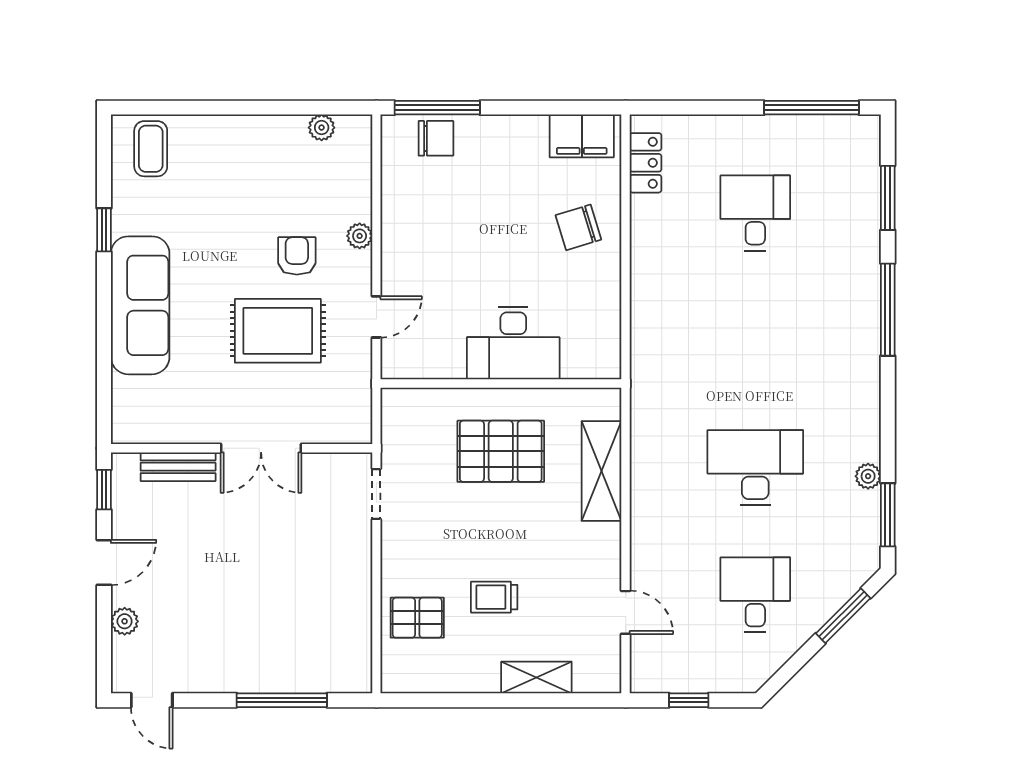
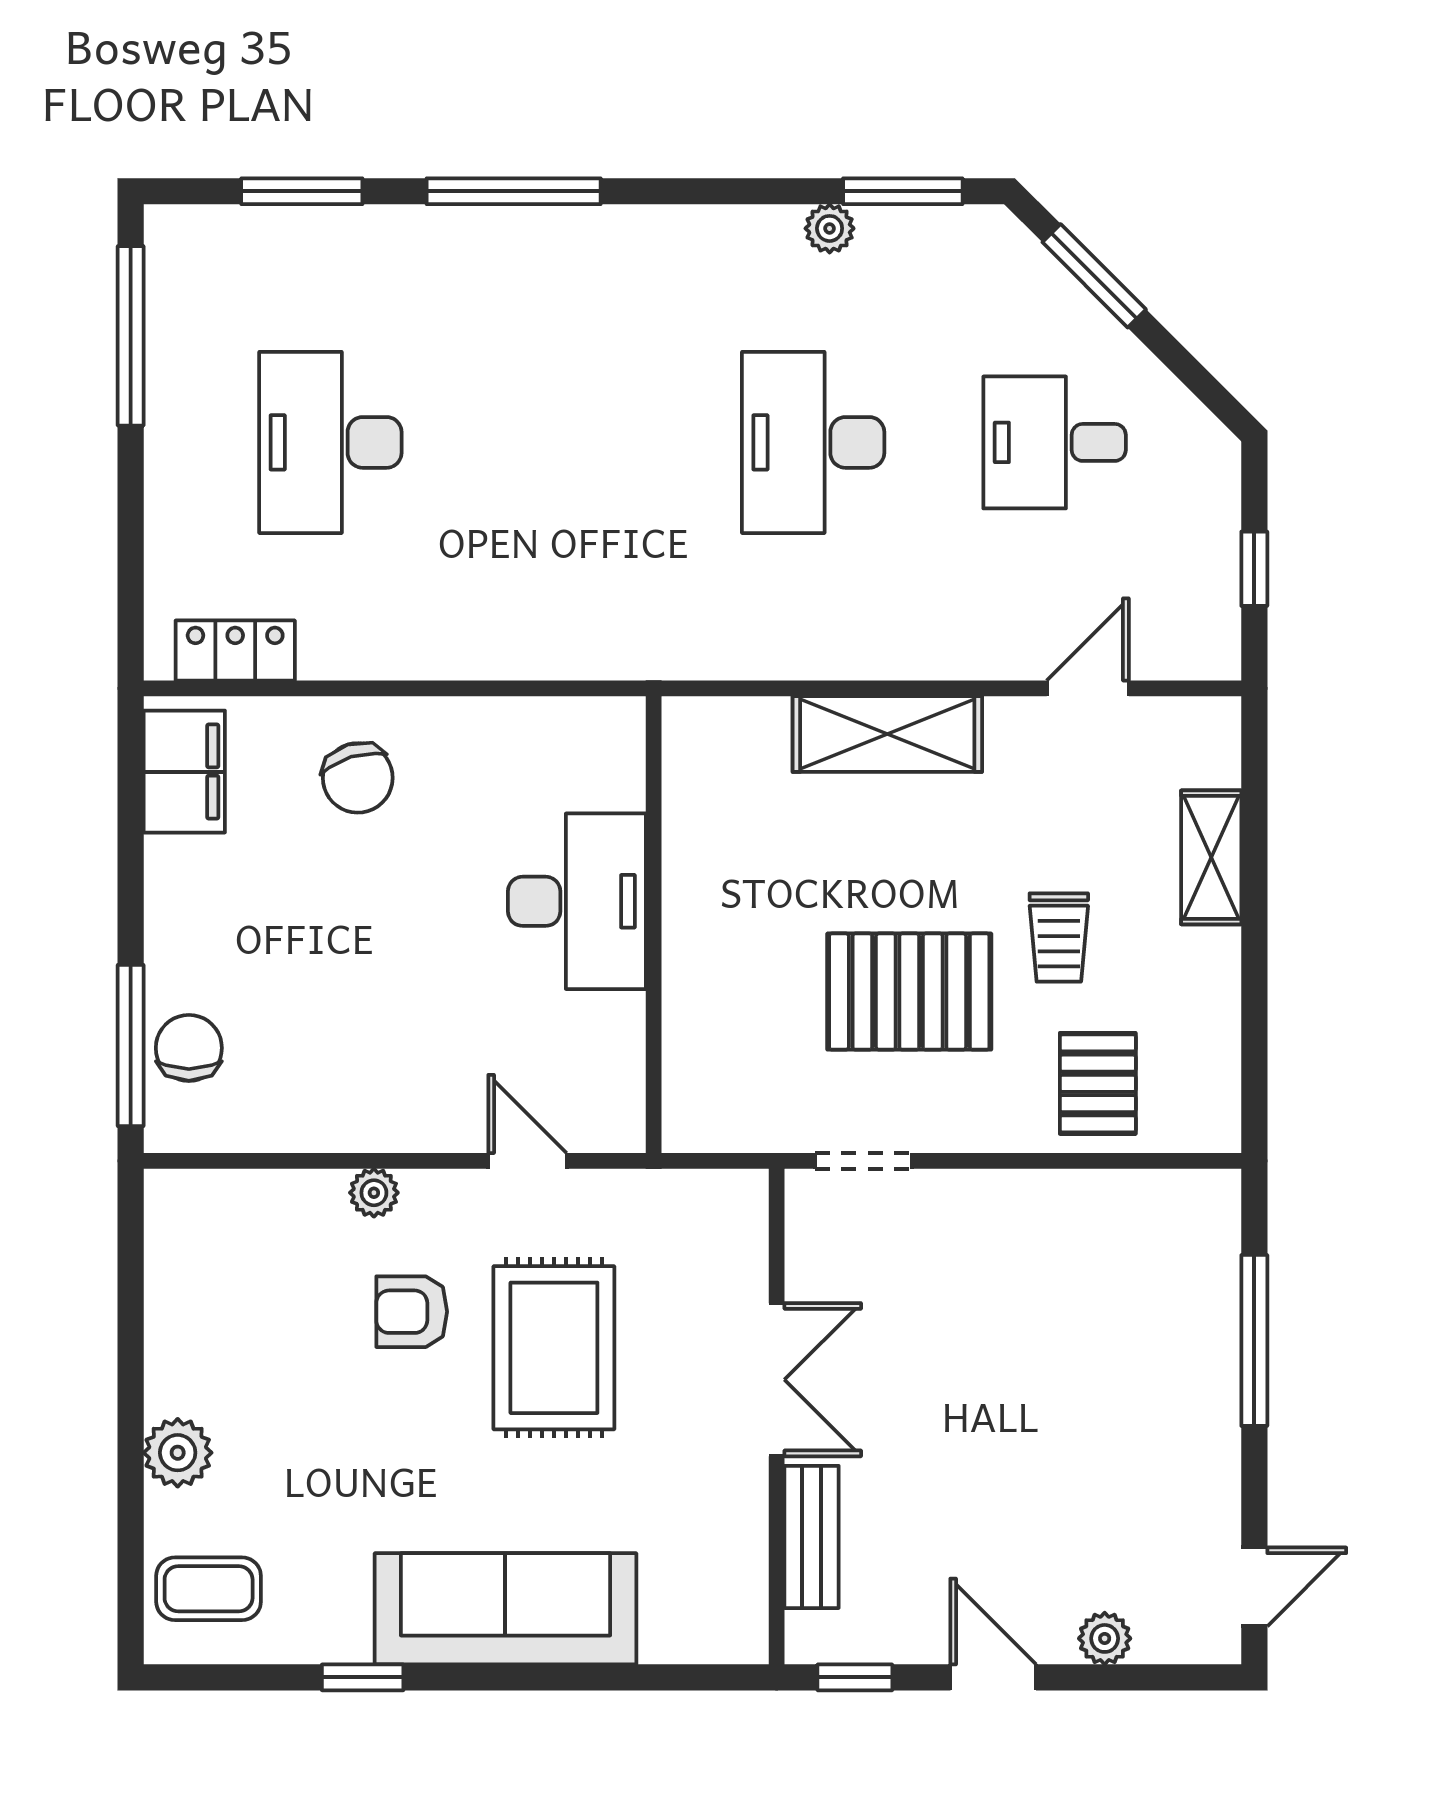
plant: (322, 128) -> (178, 1453), moved, width x1.38, depth x1.38
desk: (755, 213) -> (330, 442), width x1.37
pallet: (501, 451) -> (909, 992), moved, turned 90
shelving: (601, 471) -> (887, 734), moved

